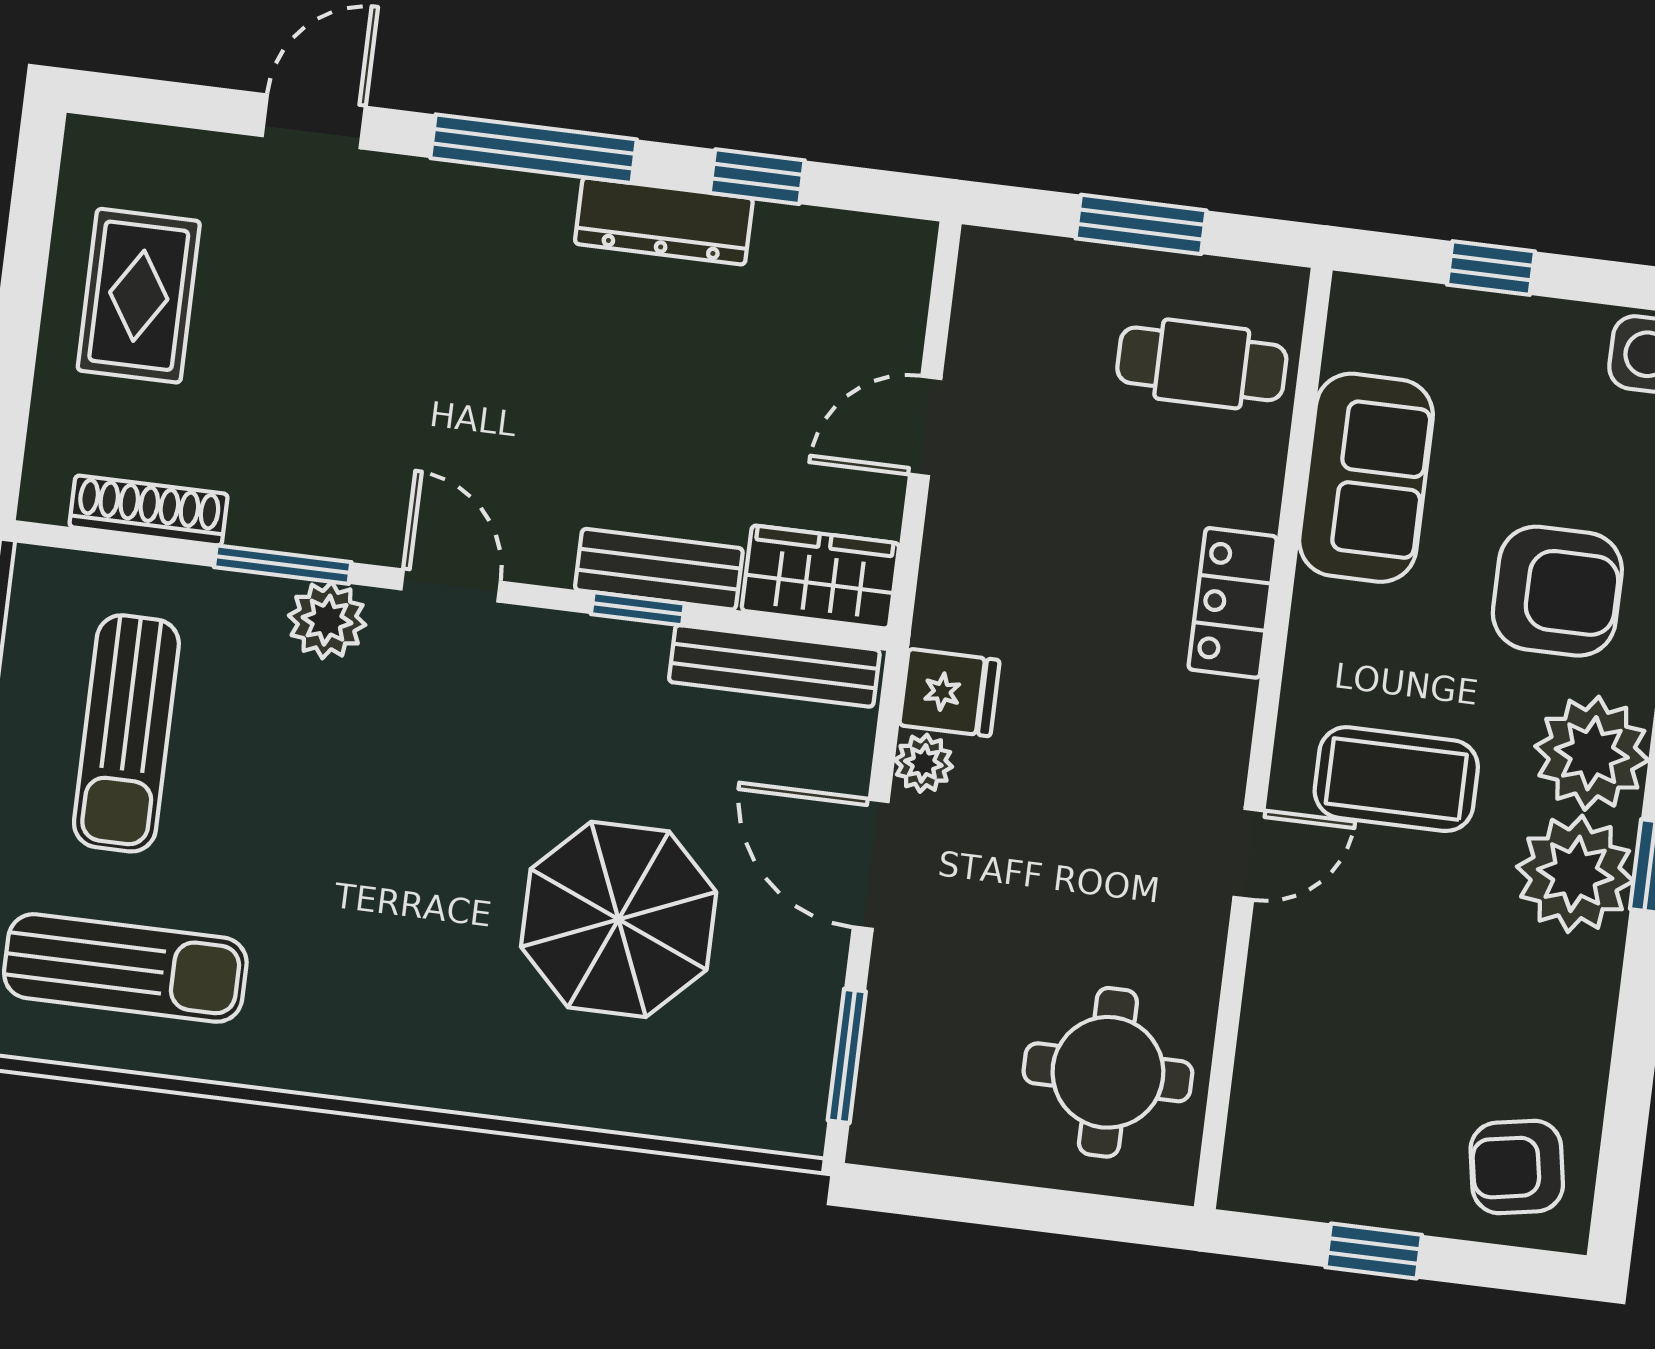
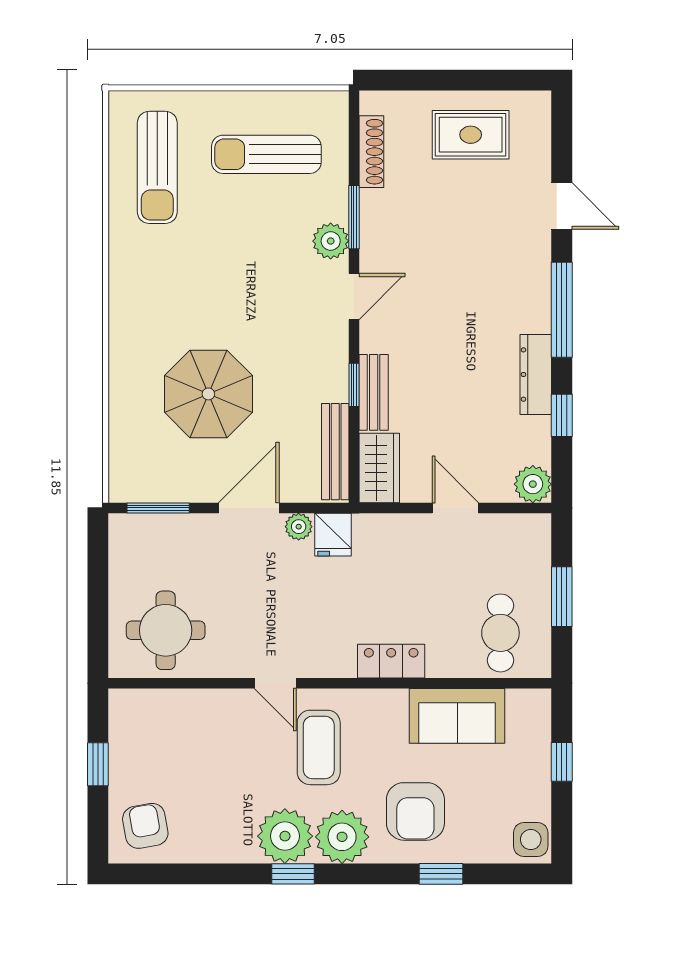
plant: (895, 256) -> (533, 484), added

